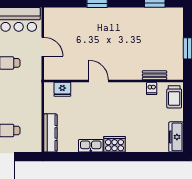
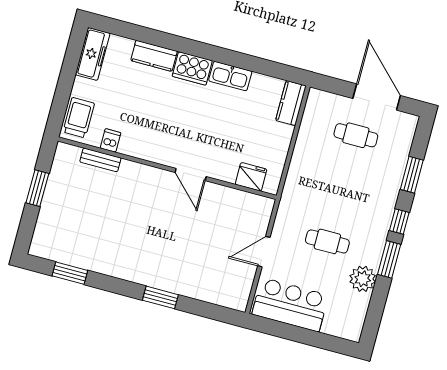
door: (43, 47) -> (264, 252), hinge flipped
kitchen counter: (50, 133) -> (291, 103), width x0.67
kitchen counter: (139, 146) -> (154, 56), added

